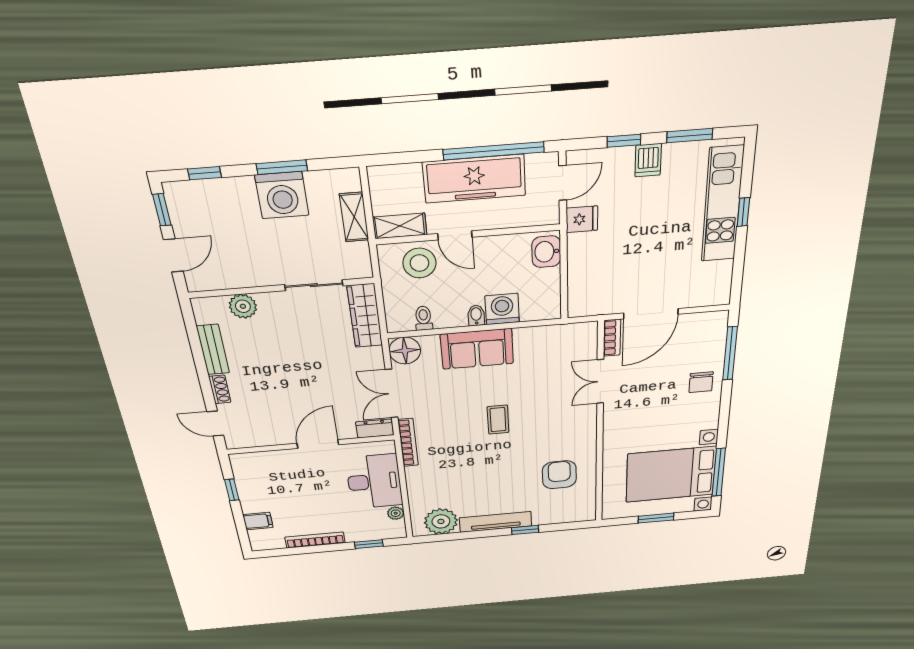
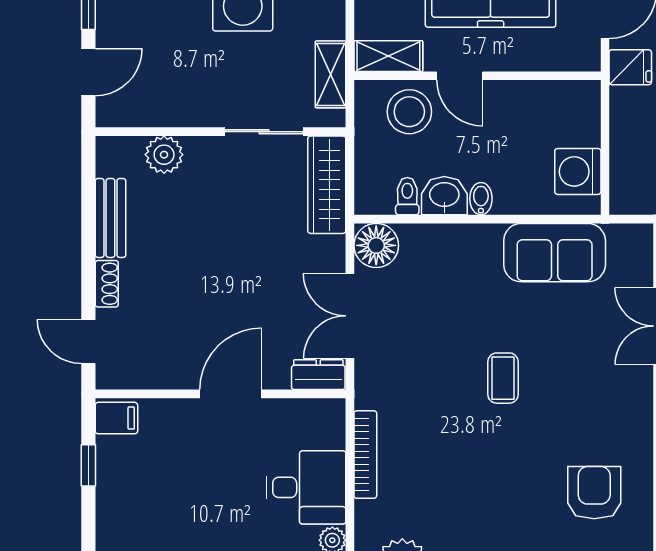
shelving: (354, 217) -> (331, 74), moved
washbasin: (546, 252) -> (444, 196), moved, turned 90
washing machine: (502, 309) -> (578, 171), moved, turned -90
sofa: (477, 349) -> (555, 253), moved
bookcase: (408, 443) -> (365, 455), moved
desk: (374, 482) -> (306, 487), width x0.73
filing cabinet: (258, 521) -> (116, 418), moved

